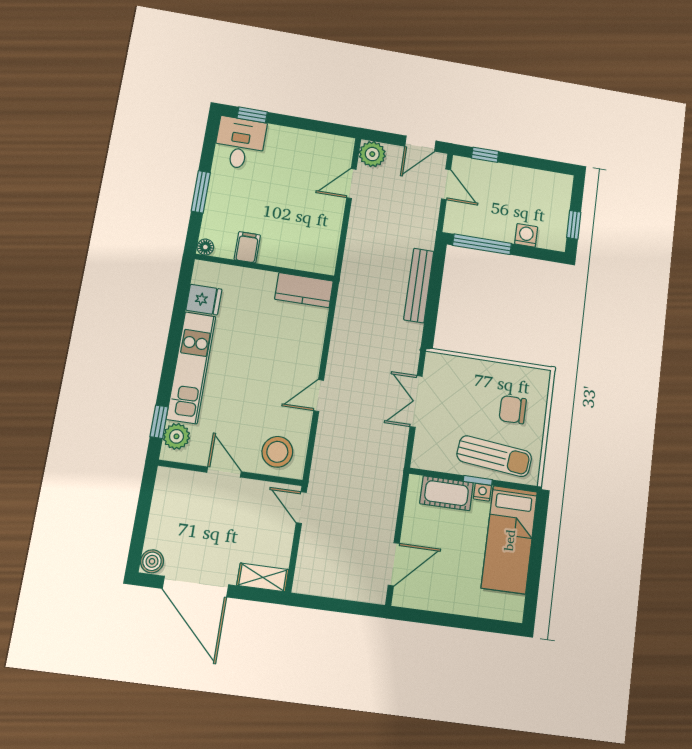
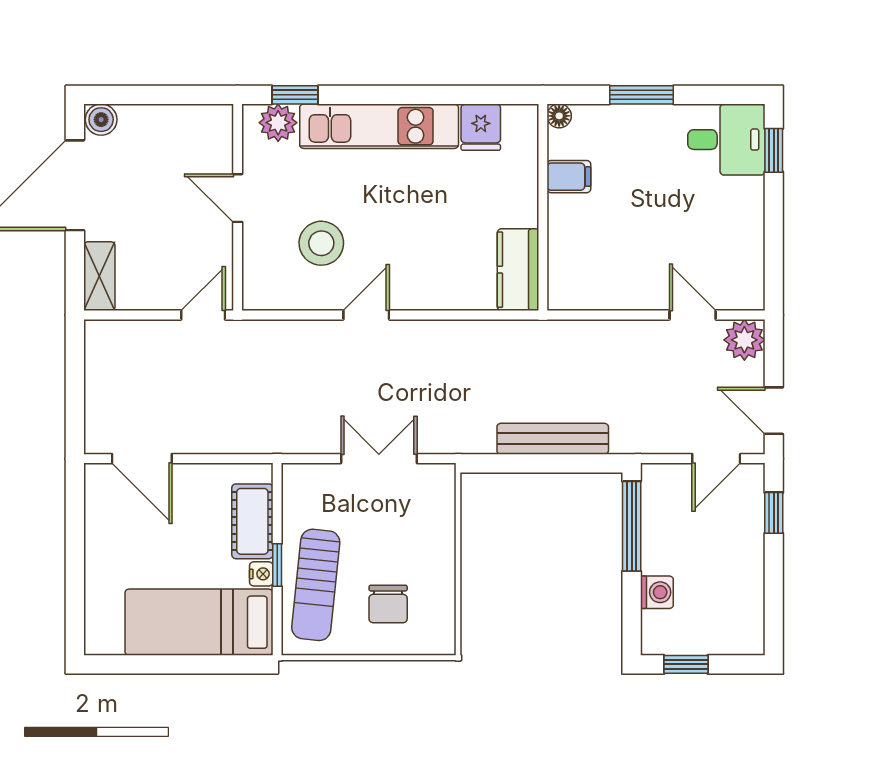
door: (319, 395) -> (366, 315), hinge flipped
chair: (513, 410) -> (388, 604), turned 180
stool: (277, 452) -> (321, 243), moved
door: (224, 472) -> (238, 198), swing flipped

